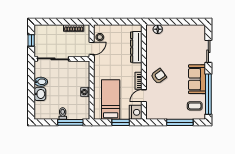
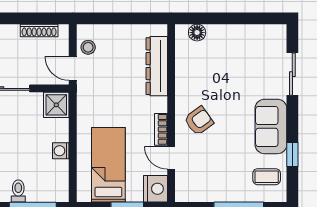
door: (92, 48) -> (73, 69), swing flipped
shower: (83, 68) -> (56, 105), added
window: (208, 94) -> (292, 155), width x0.32
door: (144, 96) -> (171, 158), hinge flipped

